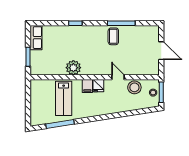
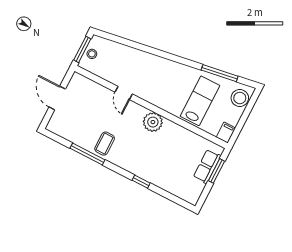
row of seats: (36, 38) -> (207, 166), moved
plant: (73, 68) -> (153, 122), moved
filing cabinet: (87, 86) -> (226, 133), moved
fridge: (98, 86) -> (152, 95), removed
stool: (134, 87) -> (240, 98), moved

